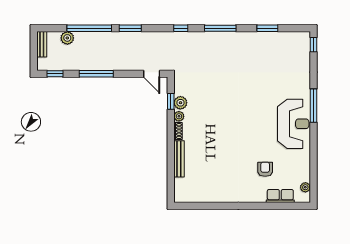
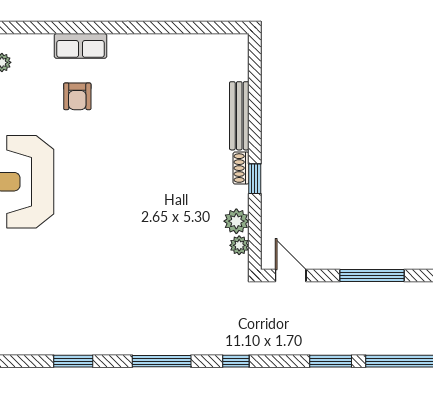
window: (96, 74) -> (372, 276), moved
window: (171, 101) -> (255, 179), moved
plant: (179, 116) -> (239, 245), moved
row of seats: (280, 196) -> (81, 46), moved

